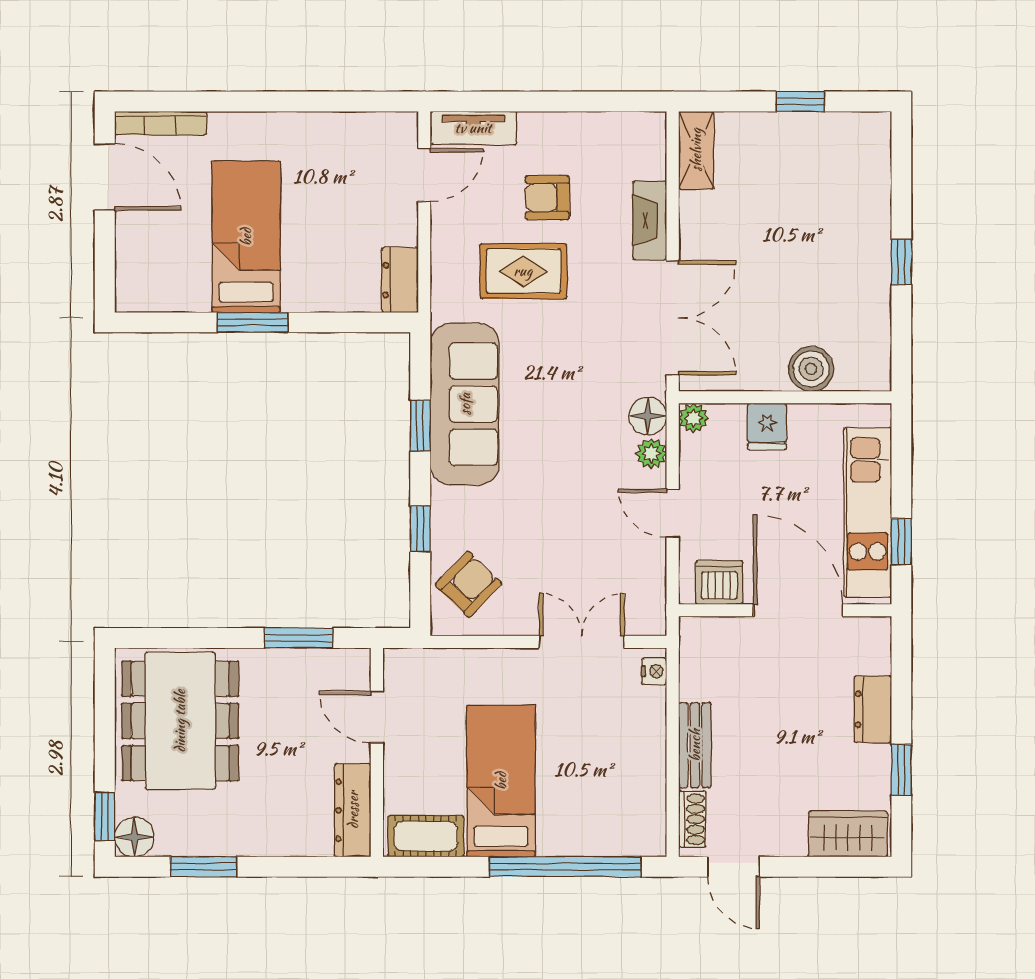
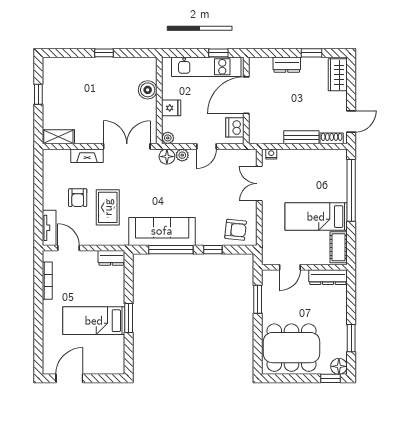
bookcase: (161, 123) -> (47, 281), moved
window: (420, 426) -> (171, 250), width x2.17
armchair: (468, 584) -> (236, 230), turned 142

